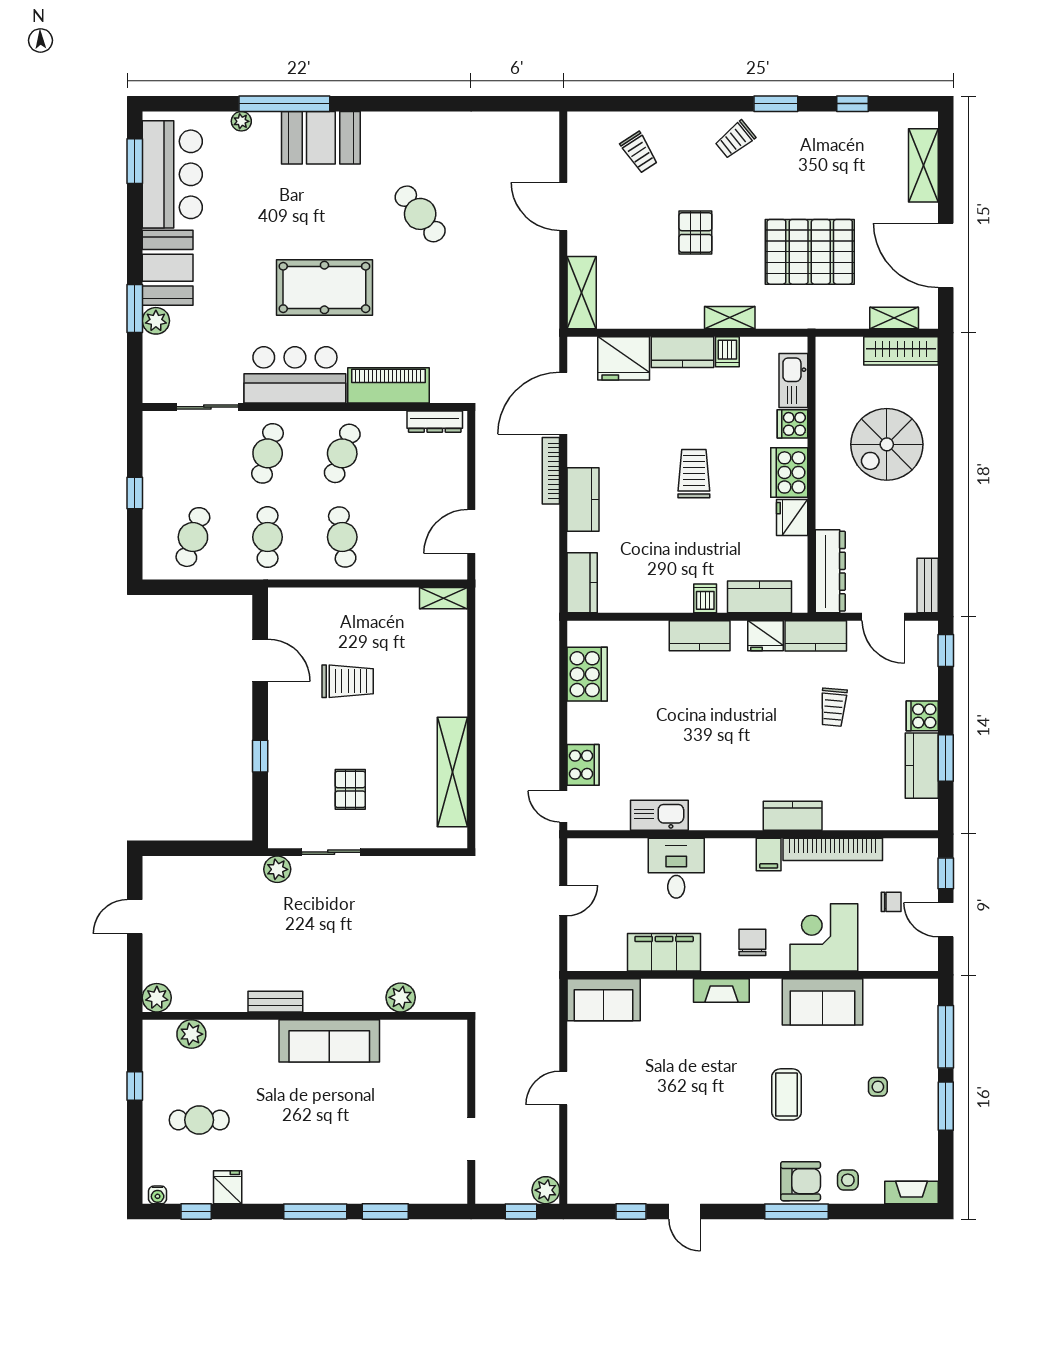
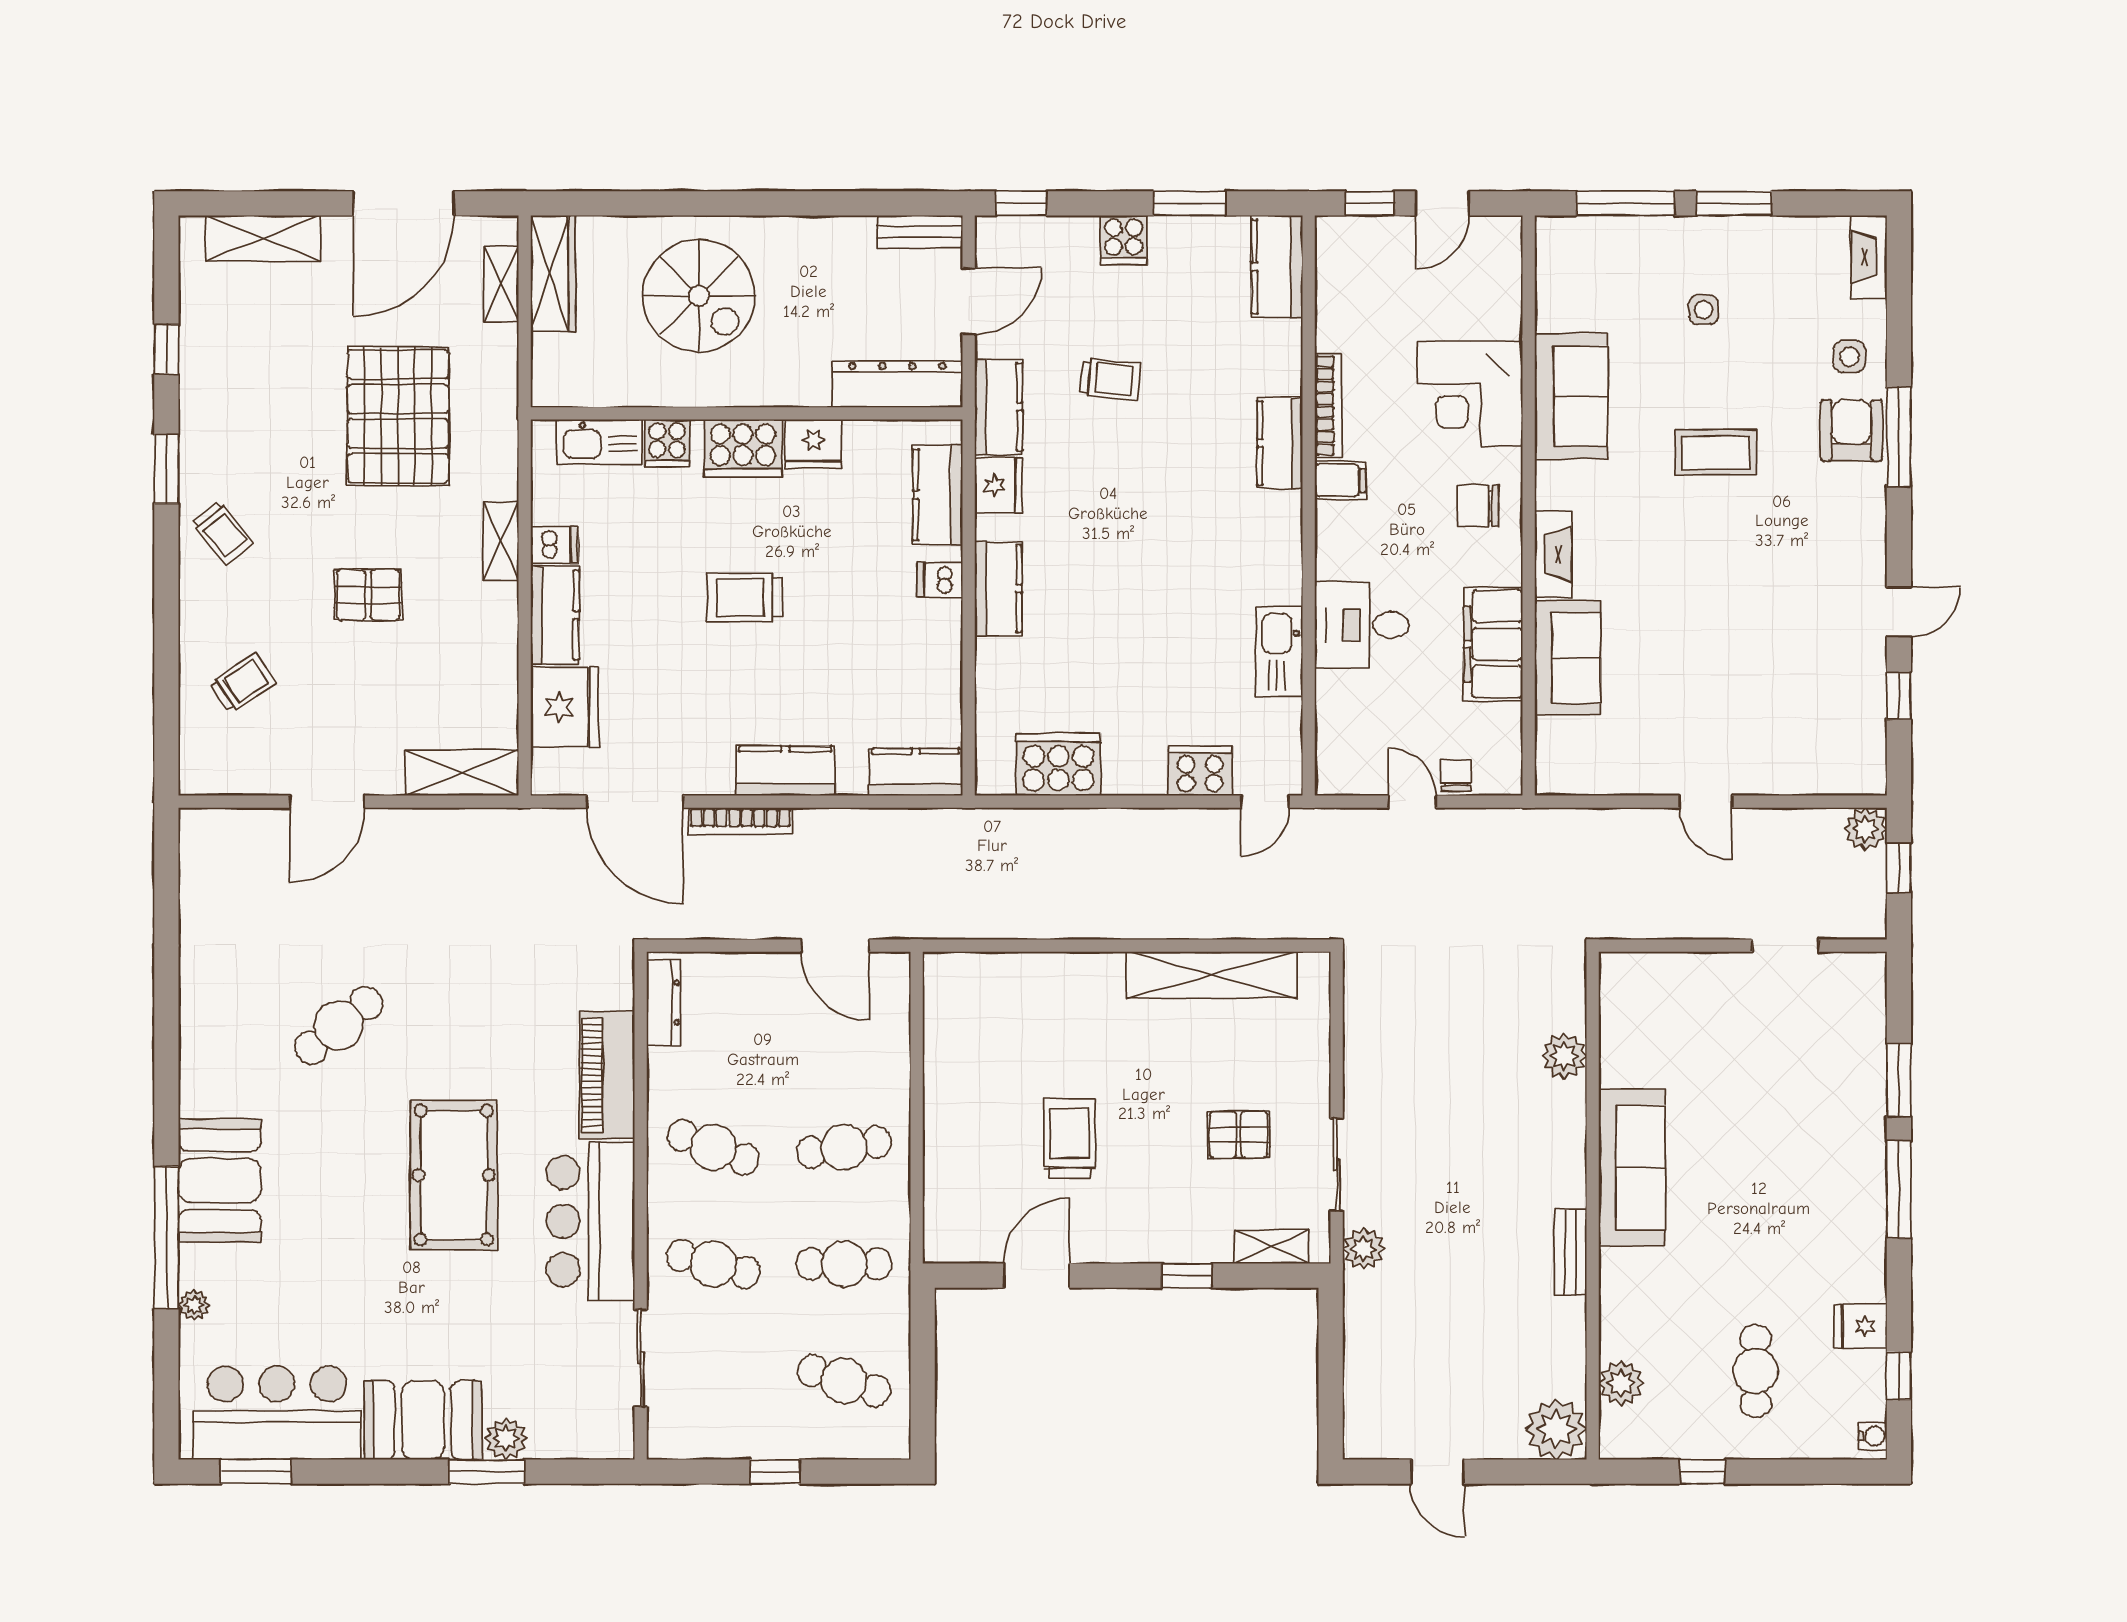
shelving: (443, 598) -> (1272, 1247), moved, turned 90
kitchen counter: (922, 766) -> (1277, 267), moved, turned 90
bookcase: (833, 849) -> (1328, 406), width x0.68, depth x0.76
chair: (891, 902) -> (1456, 776), moved
plant: (157, 998) -> (1556, 1429), width x1.36, depth x1.36
sofa: (604, 1000) -> (1568, 658), moved

